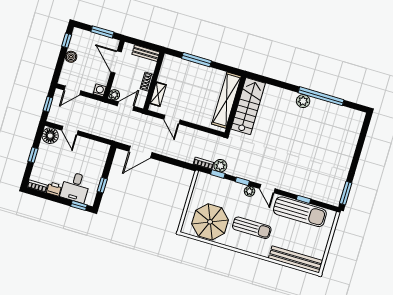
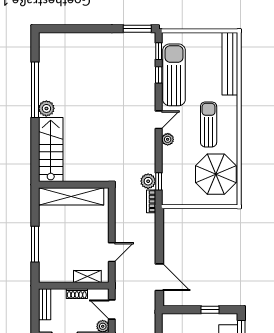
stairs: (248, 106) -> (51, 150), moved, turned 90
window: (242, 181) -> (159, 51), moved

